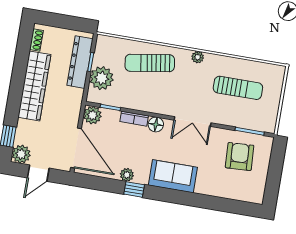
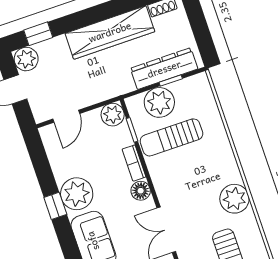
plant: (198, 57) -> (234, 199), width x1.88, depth x1.88
sun lounger: (150, 63) -> (171, 137), moved, turned -81
door: (76, 148) -> (66, 116), width x0.53
plant: (127, 175) -> (77, 194), width x1.87, depth x1.87

